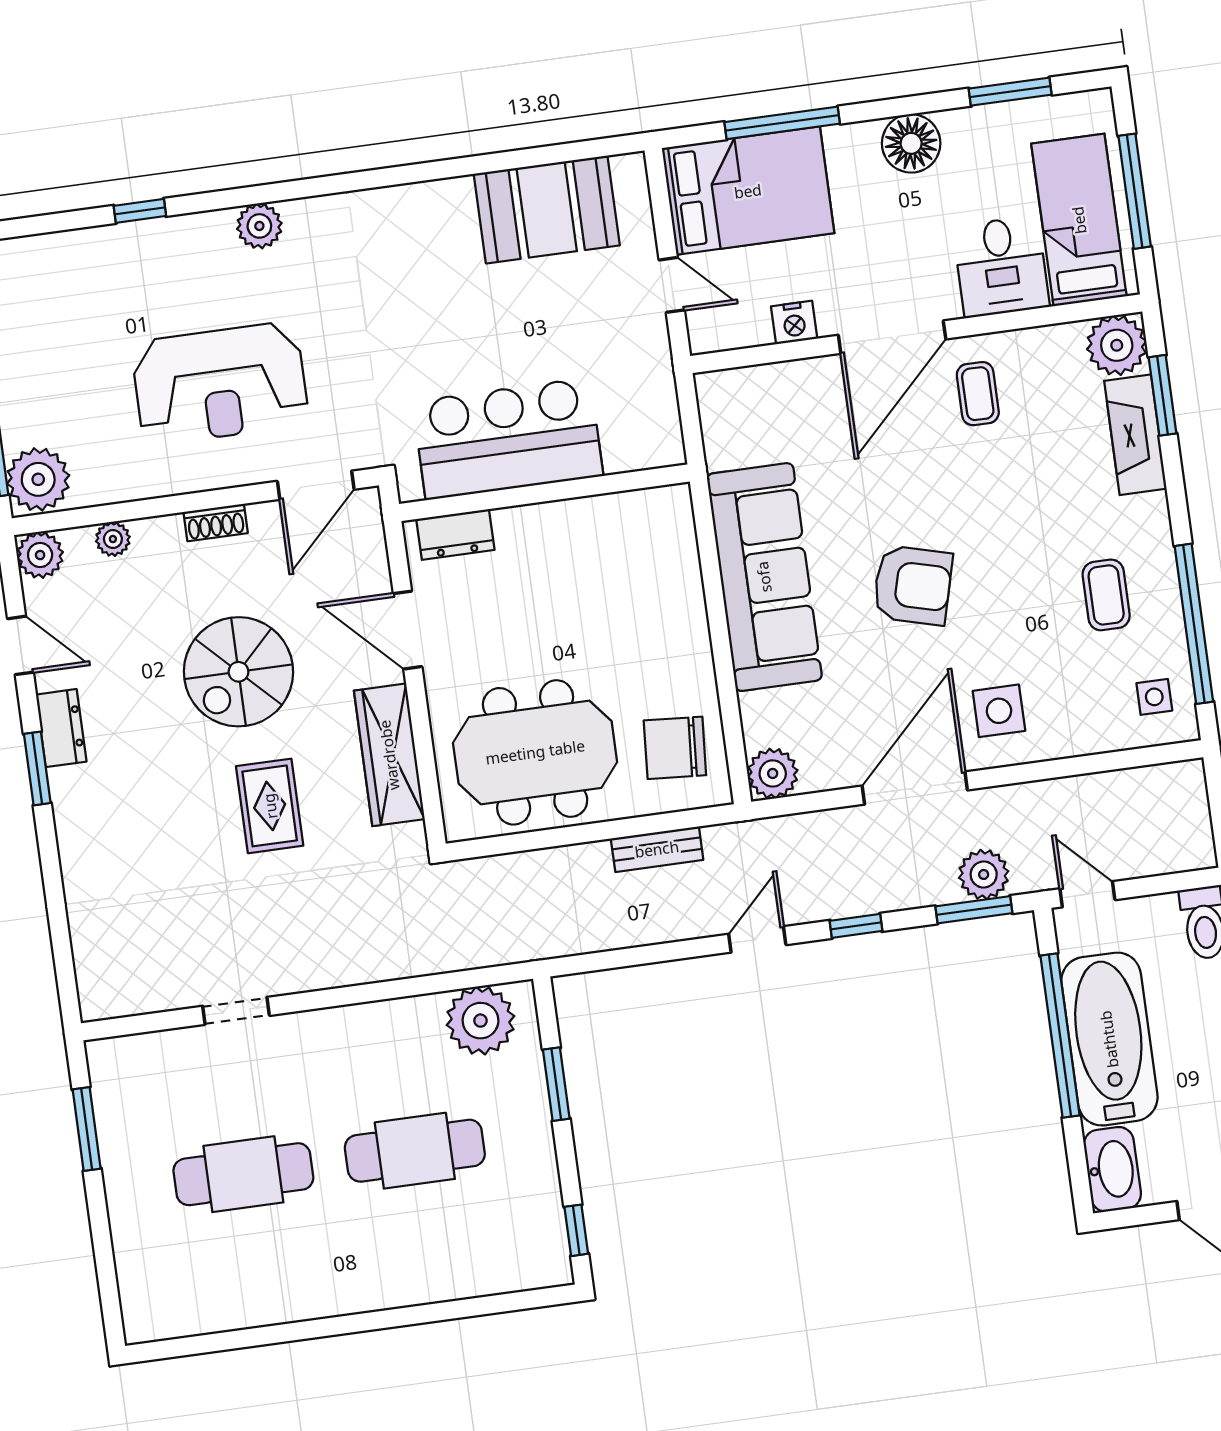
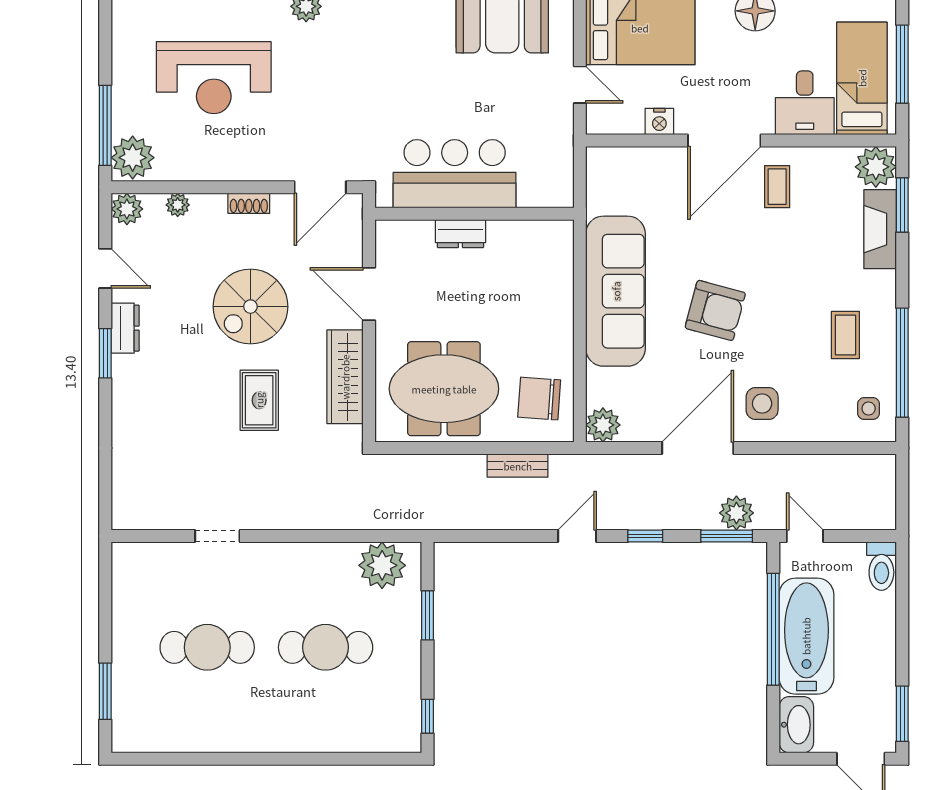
reception desk: (220, 383) -> (214, 78), moved
dresser: (455, 534) -> (460, 234), moved
window: (87, 1129) -> (105, 691), moved

